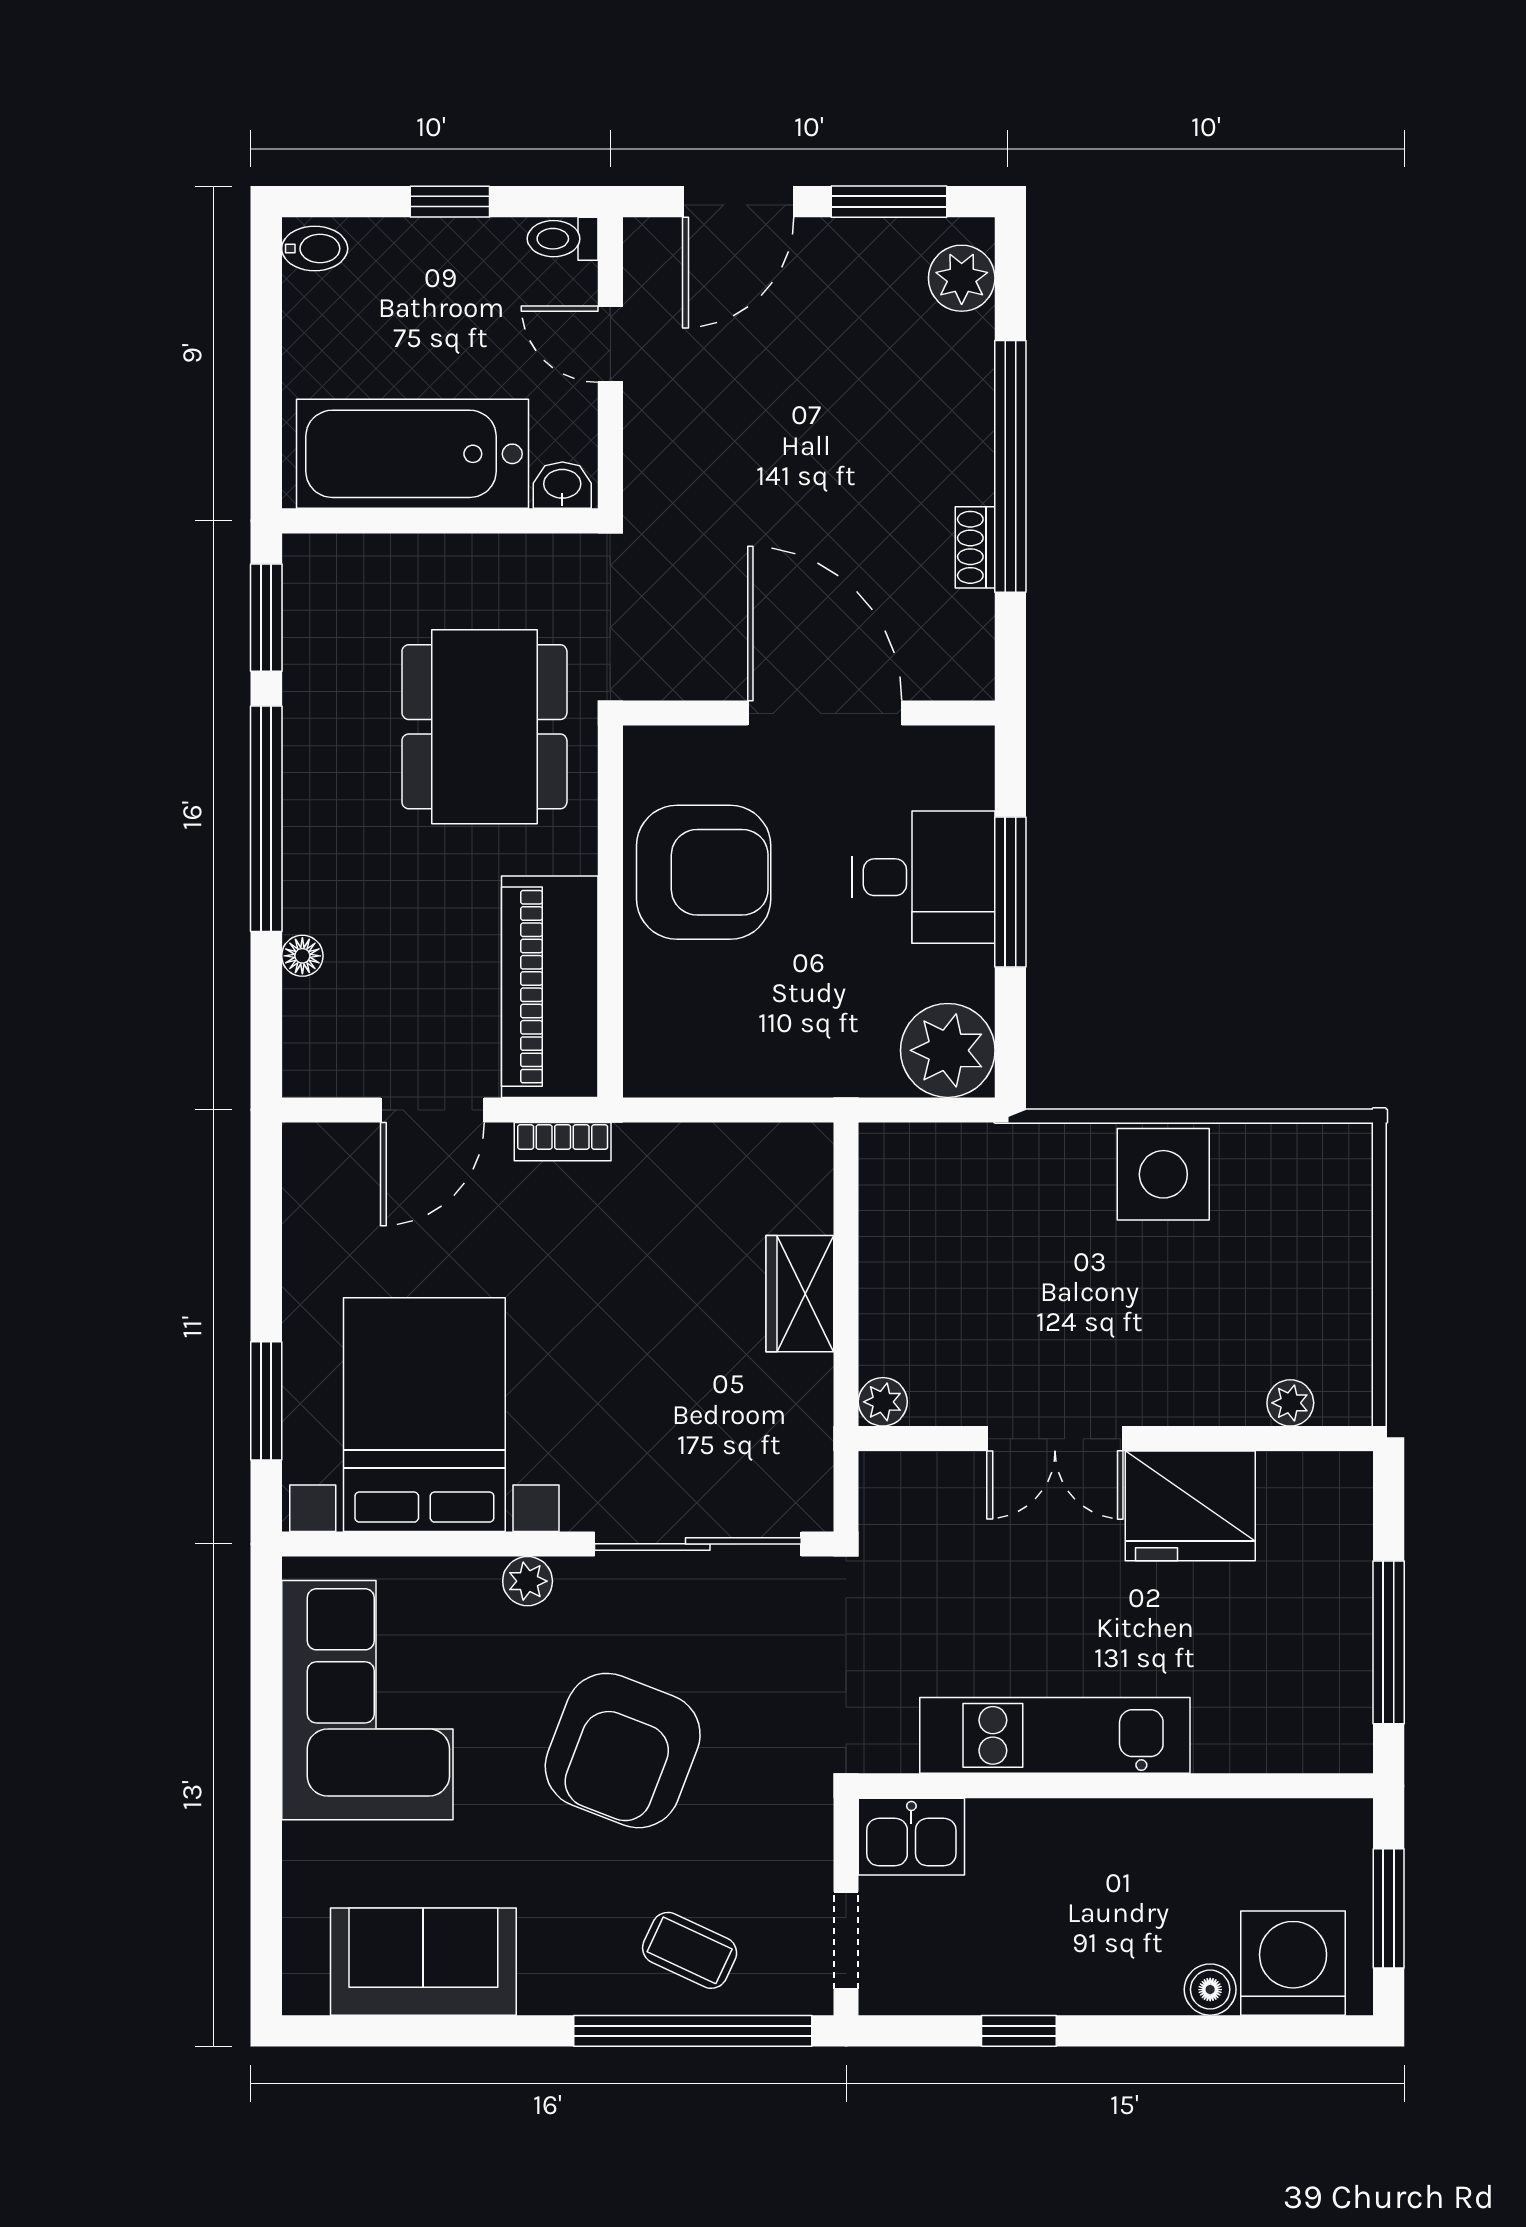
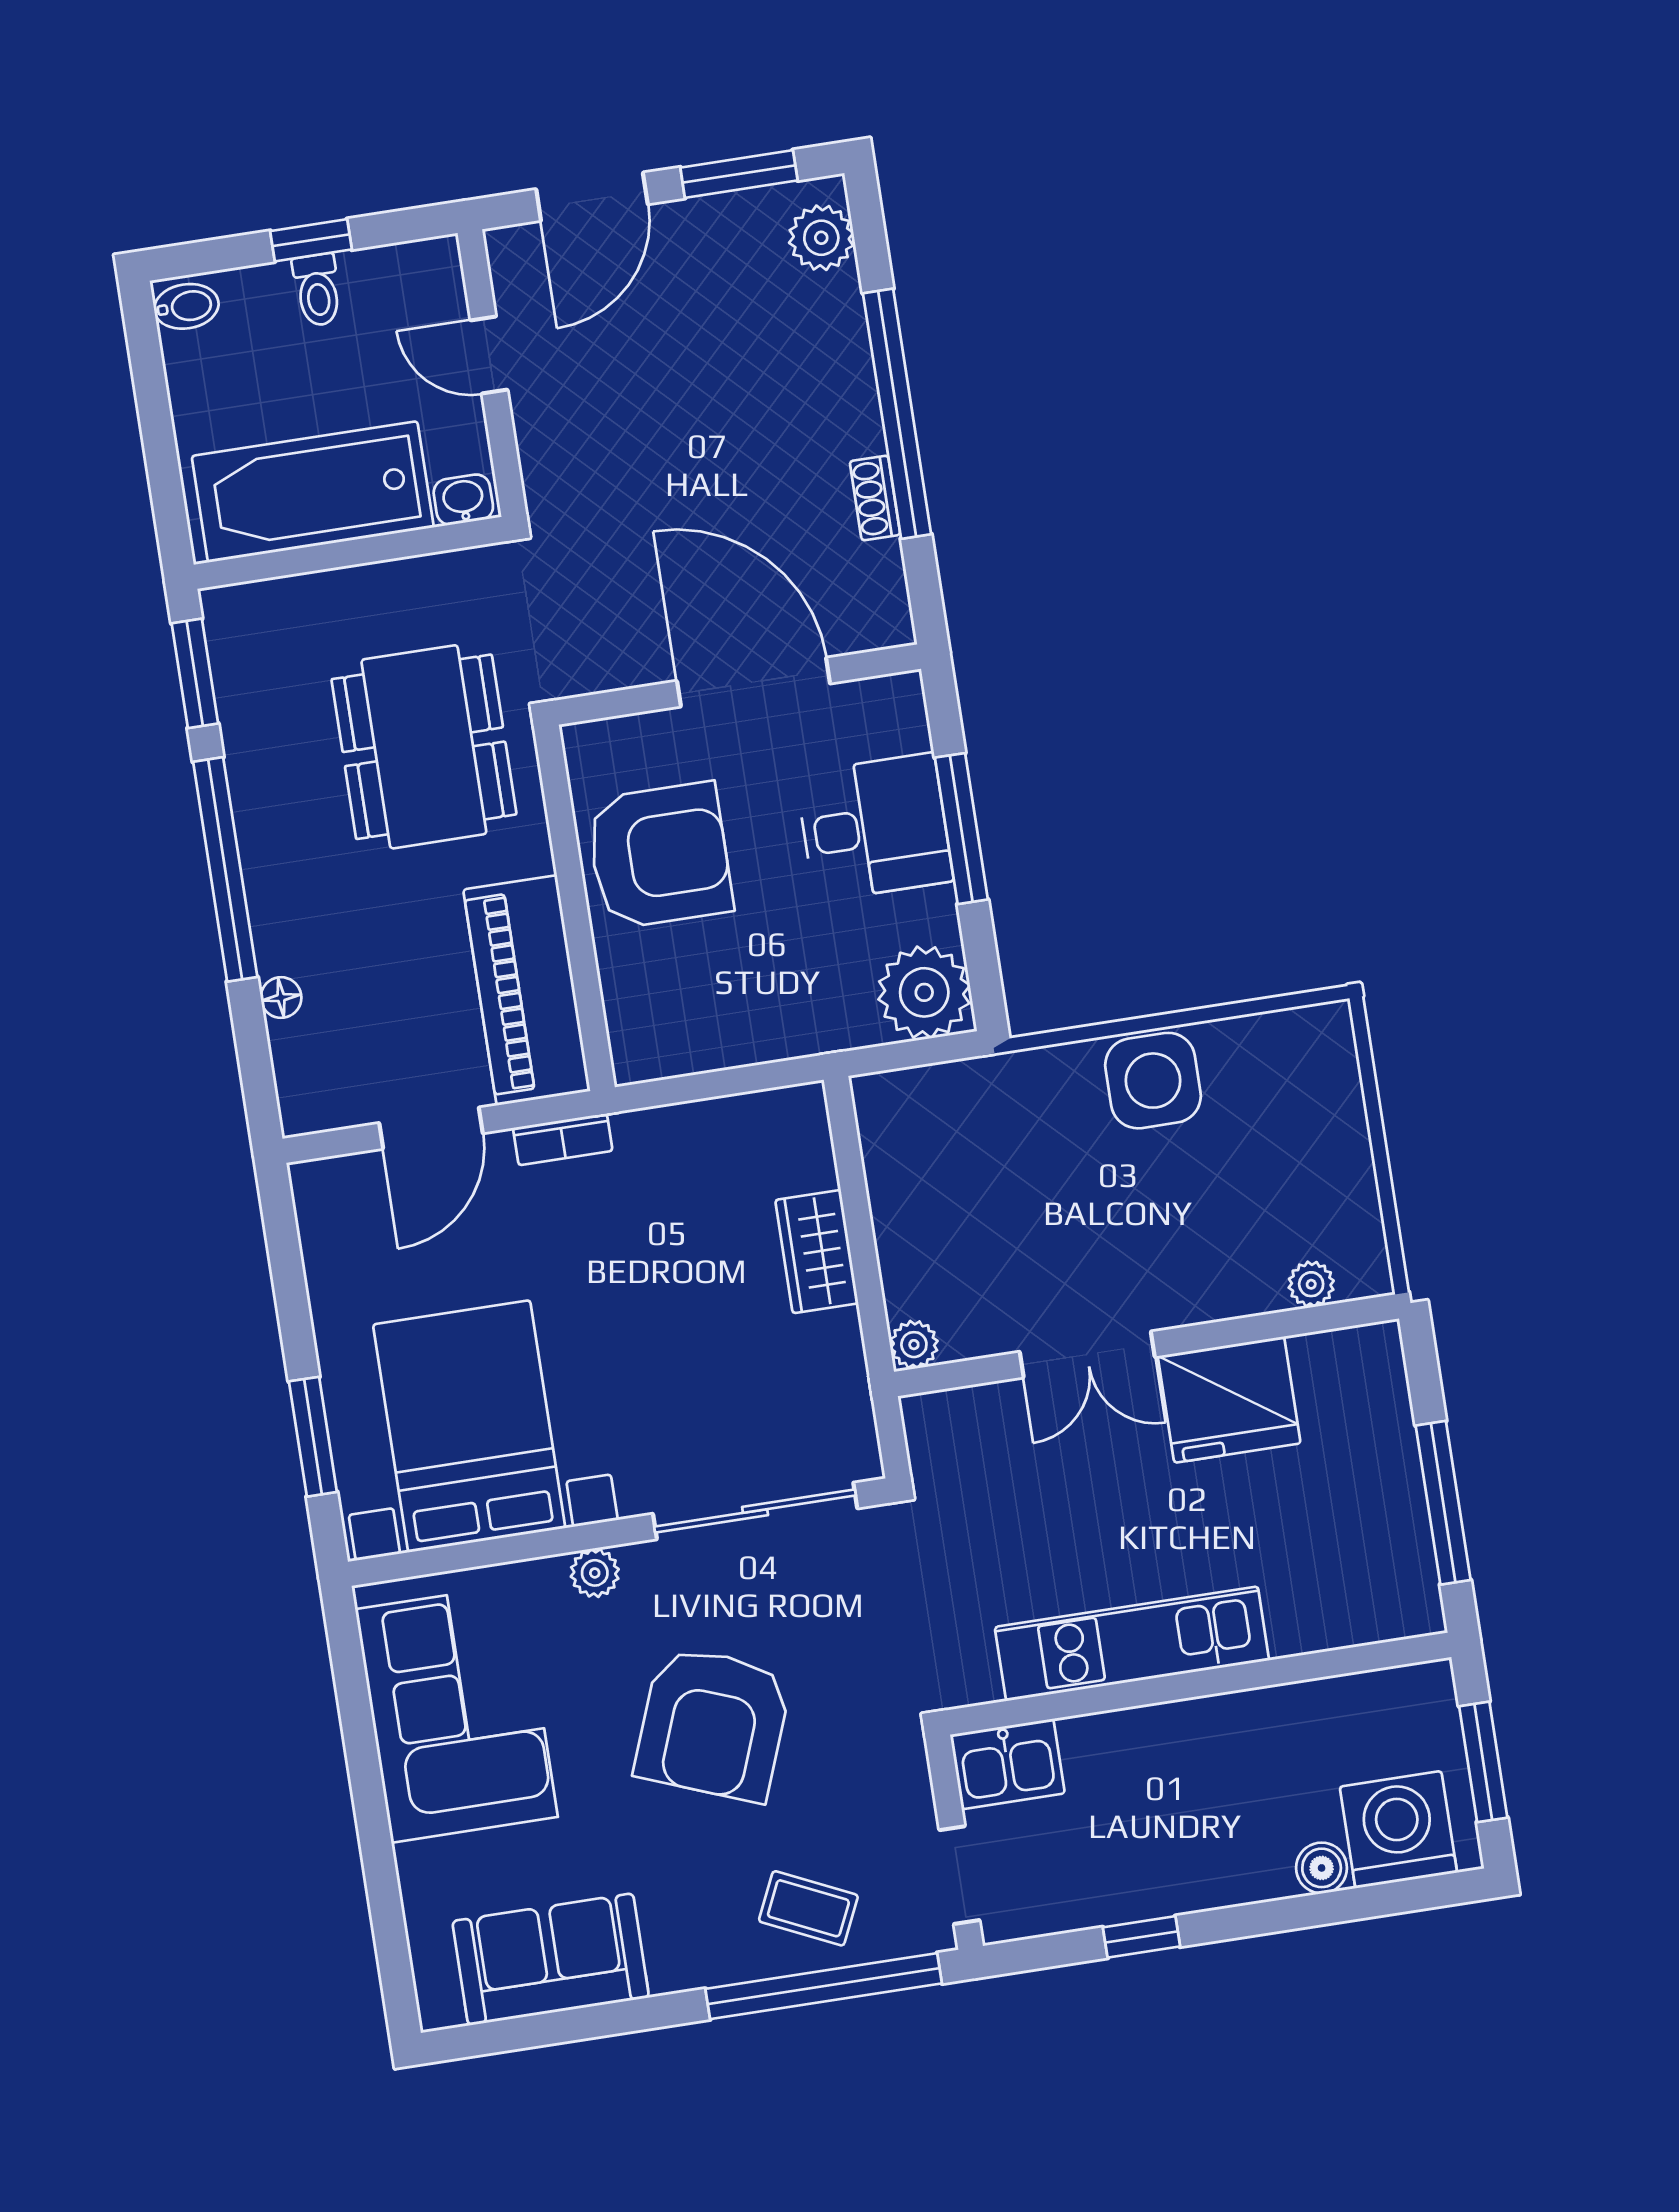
toilet: (563, 239) -> (317, 290), moved, turned -90

